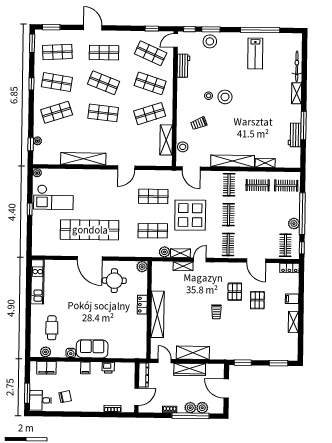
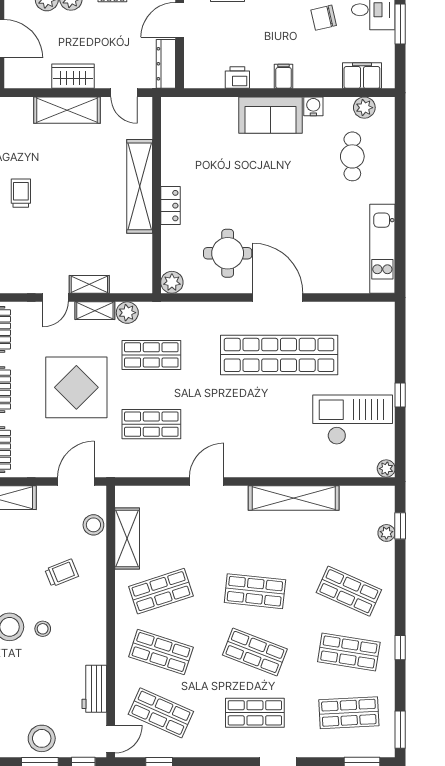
shop shelf: (57, 112) -> (349, 591), turned 42
door: (191, 169) -> (76, 482), hinge flipped
wardrobe: (190, 369) -> (73, 76), width x0.67

